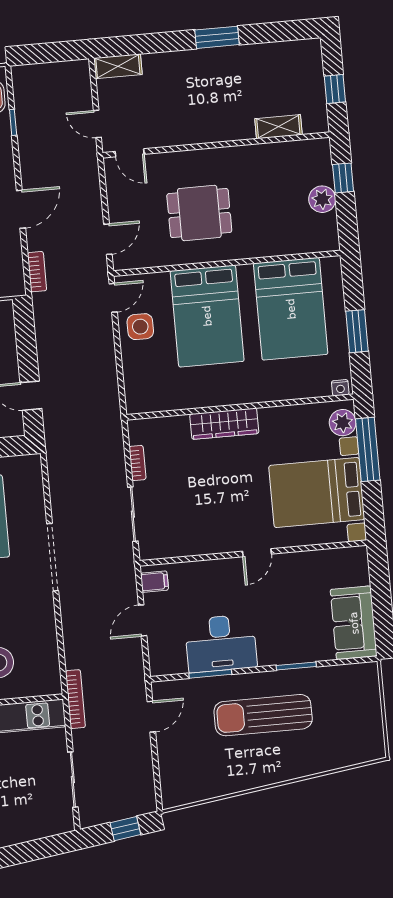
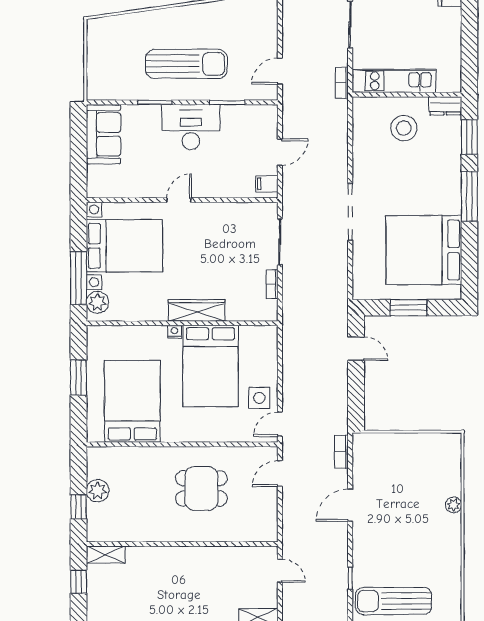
shelving: (278, 127) -> (106, 555), moved
door: (130, 153) -> (255, 544), removed
bed: (207, 316) -> (210, 366), moved, turned 180
nightstand: (340, 388) -> (174, 332), moved
desk: (221, 643) -> (191, 127), moved
bookcase: (75, 699) -> (342, 83), width x0.64

